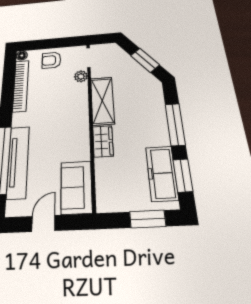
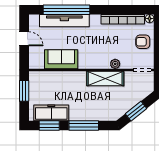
armchair: (51, 60) -> (143, 42), turned -90
plant: (81, 76) -> (115, 64), moved
wardrobe: (103, 141) -> (75, 77), removed
sofa: (76, 187) -> (61, 59), moved
window: (148, 219) -> (24, 91), moved

